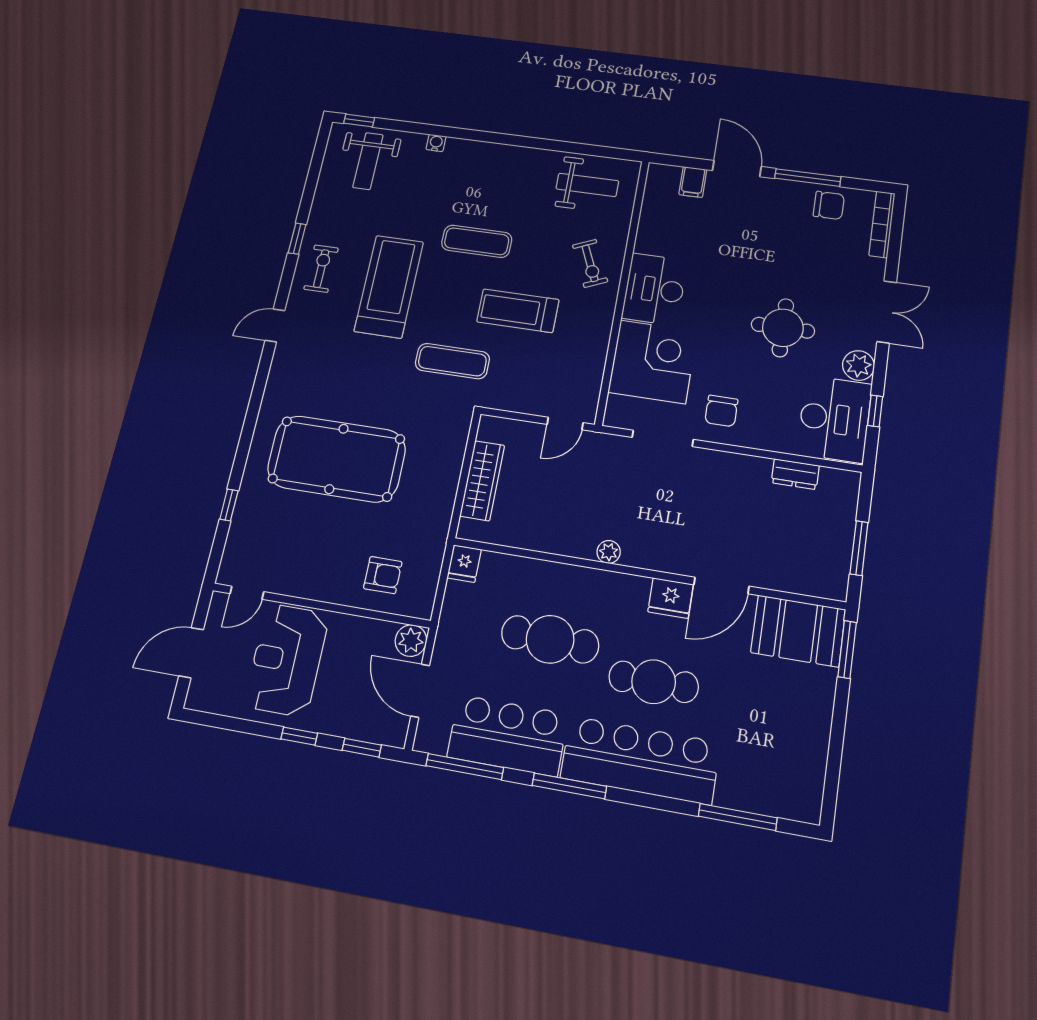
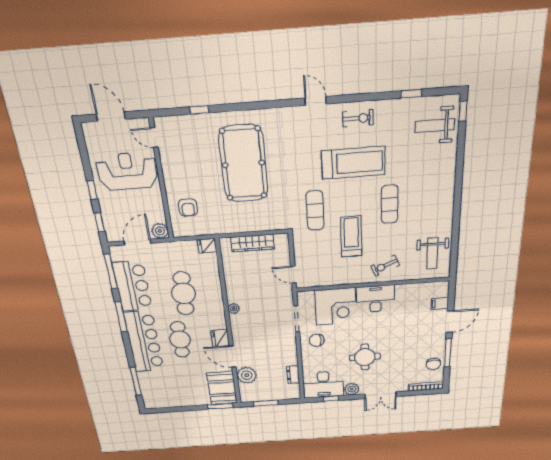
water cooler: (436, 143) -> (451, 164), removed
window: (297, 239) -> (411, 94), moved
plant: (776, 569) -> (247, 375), added

